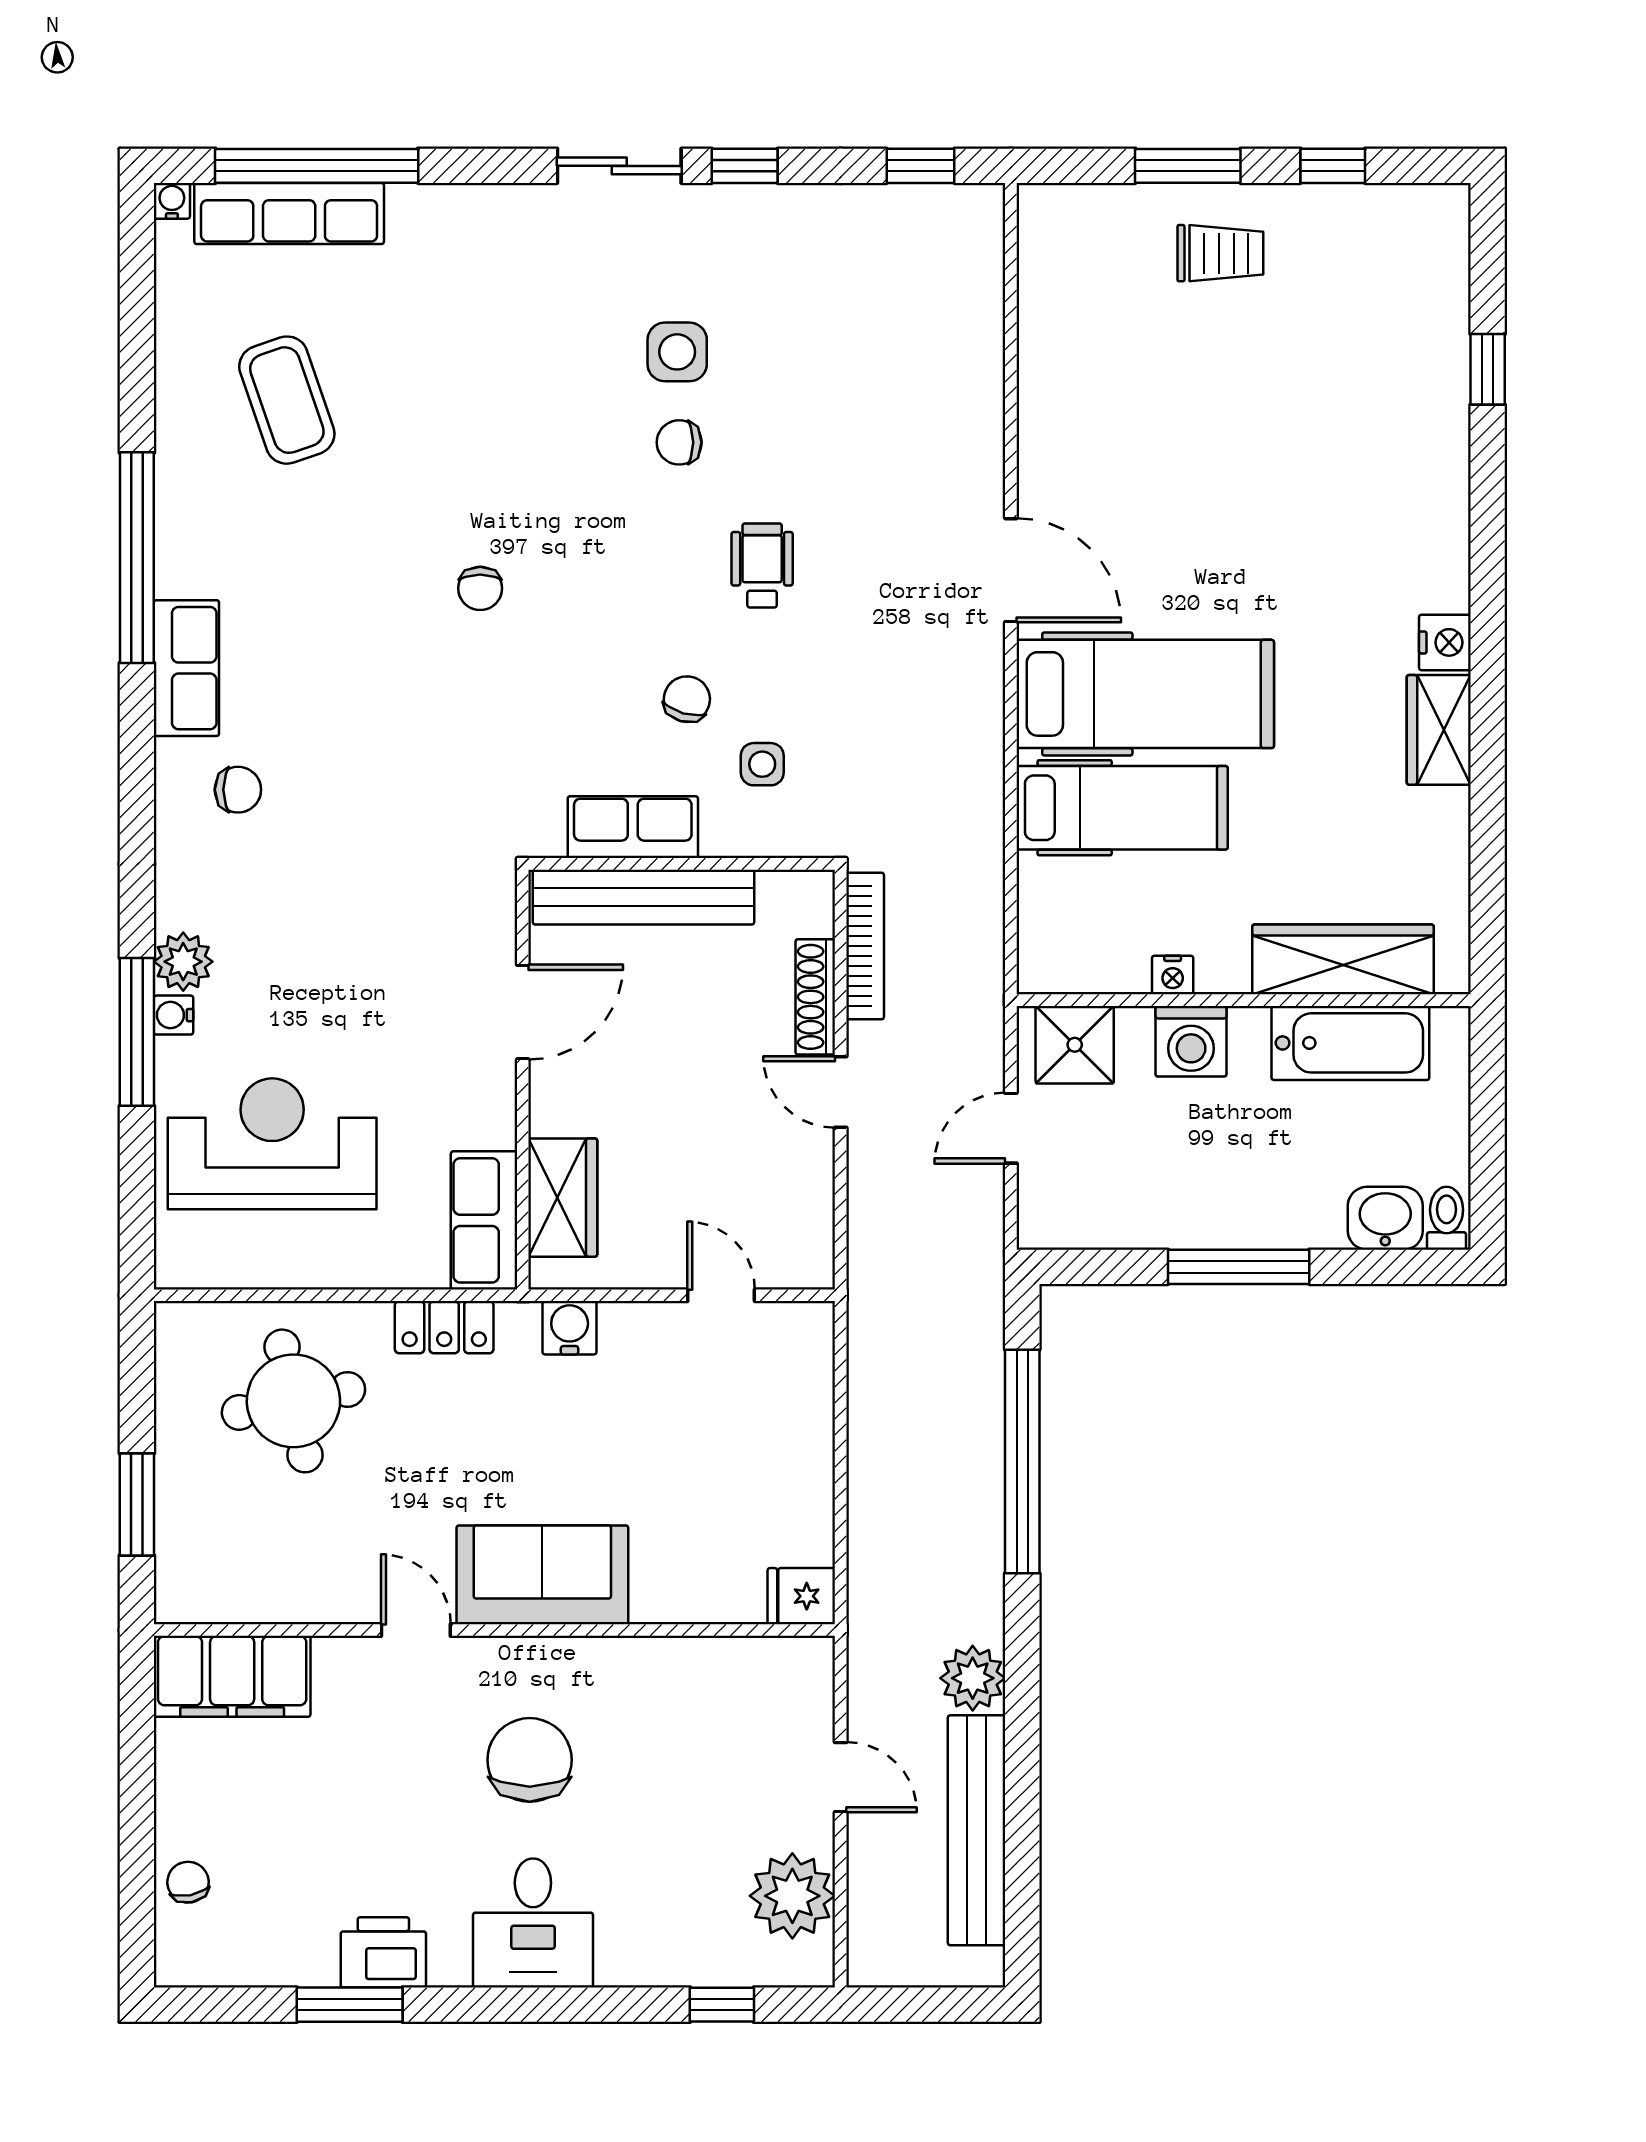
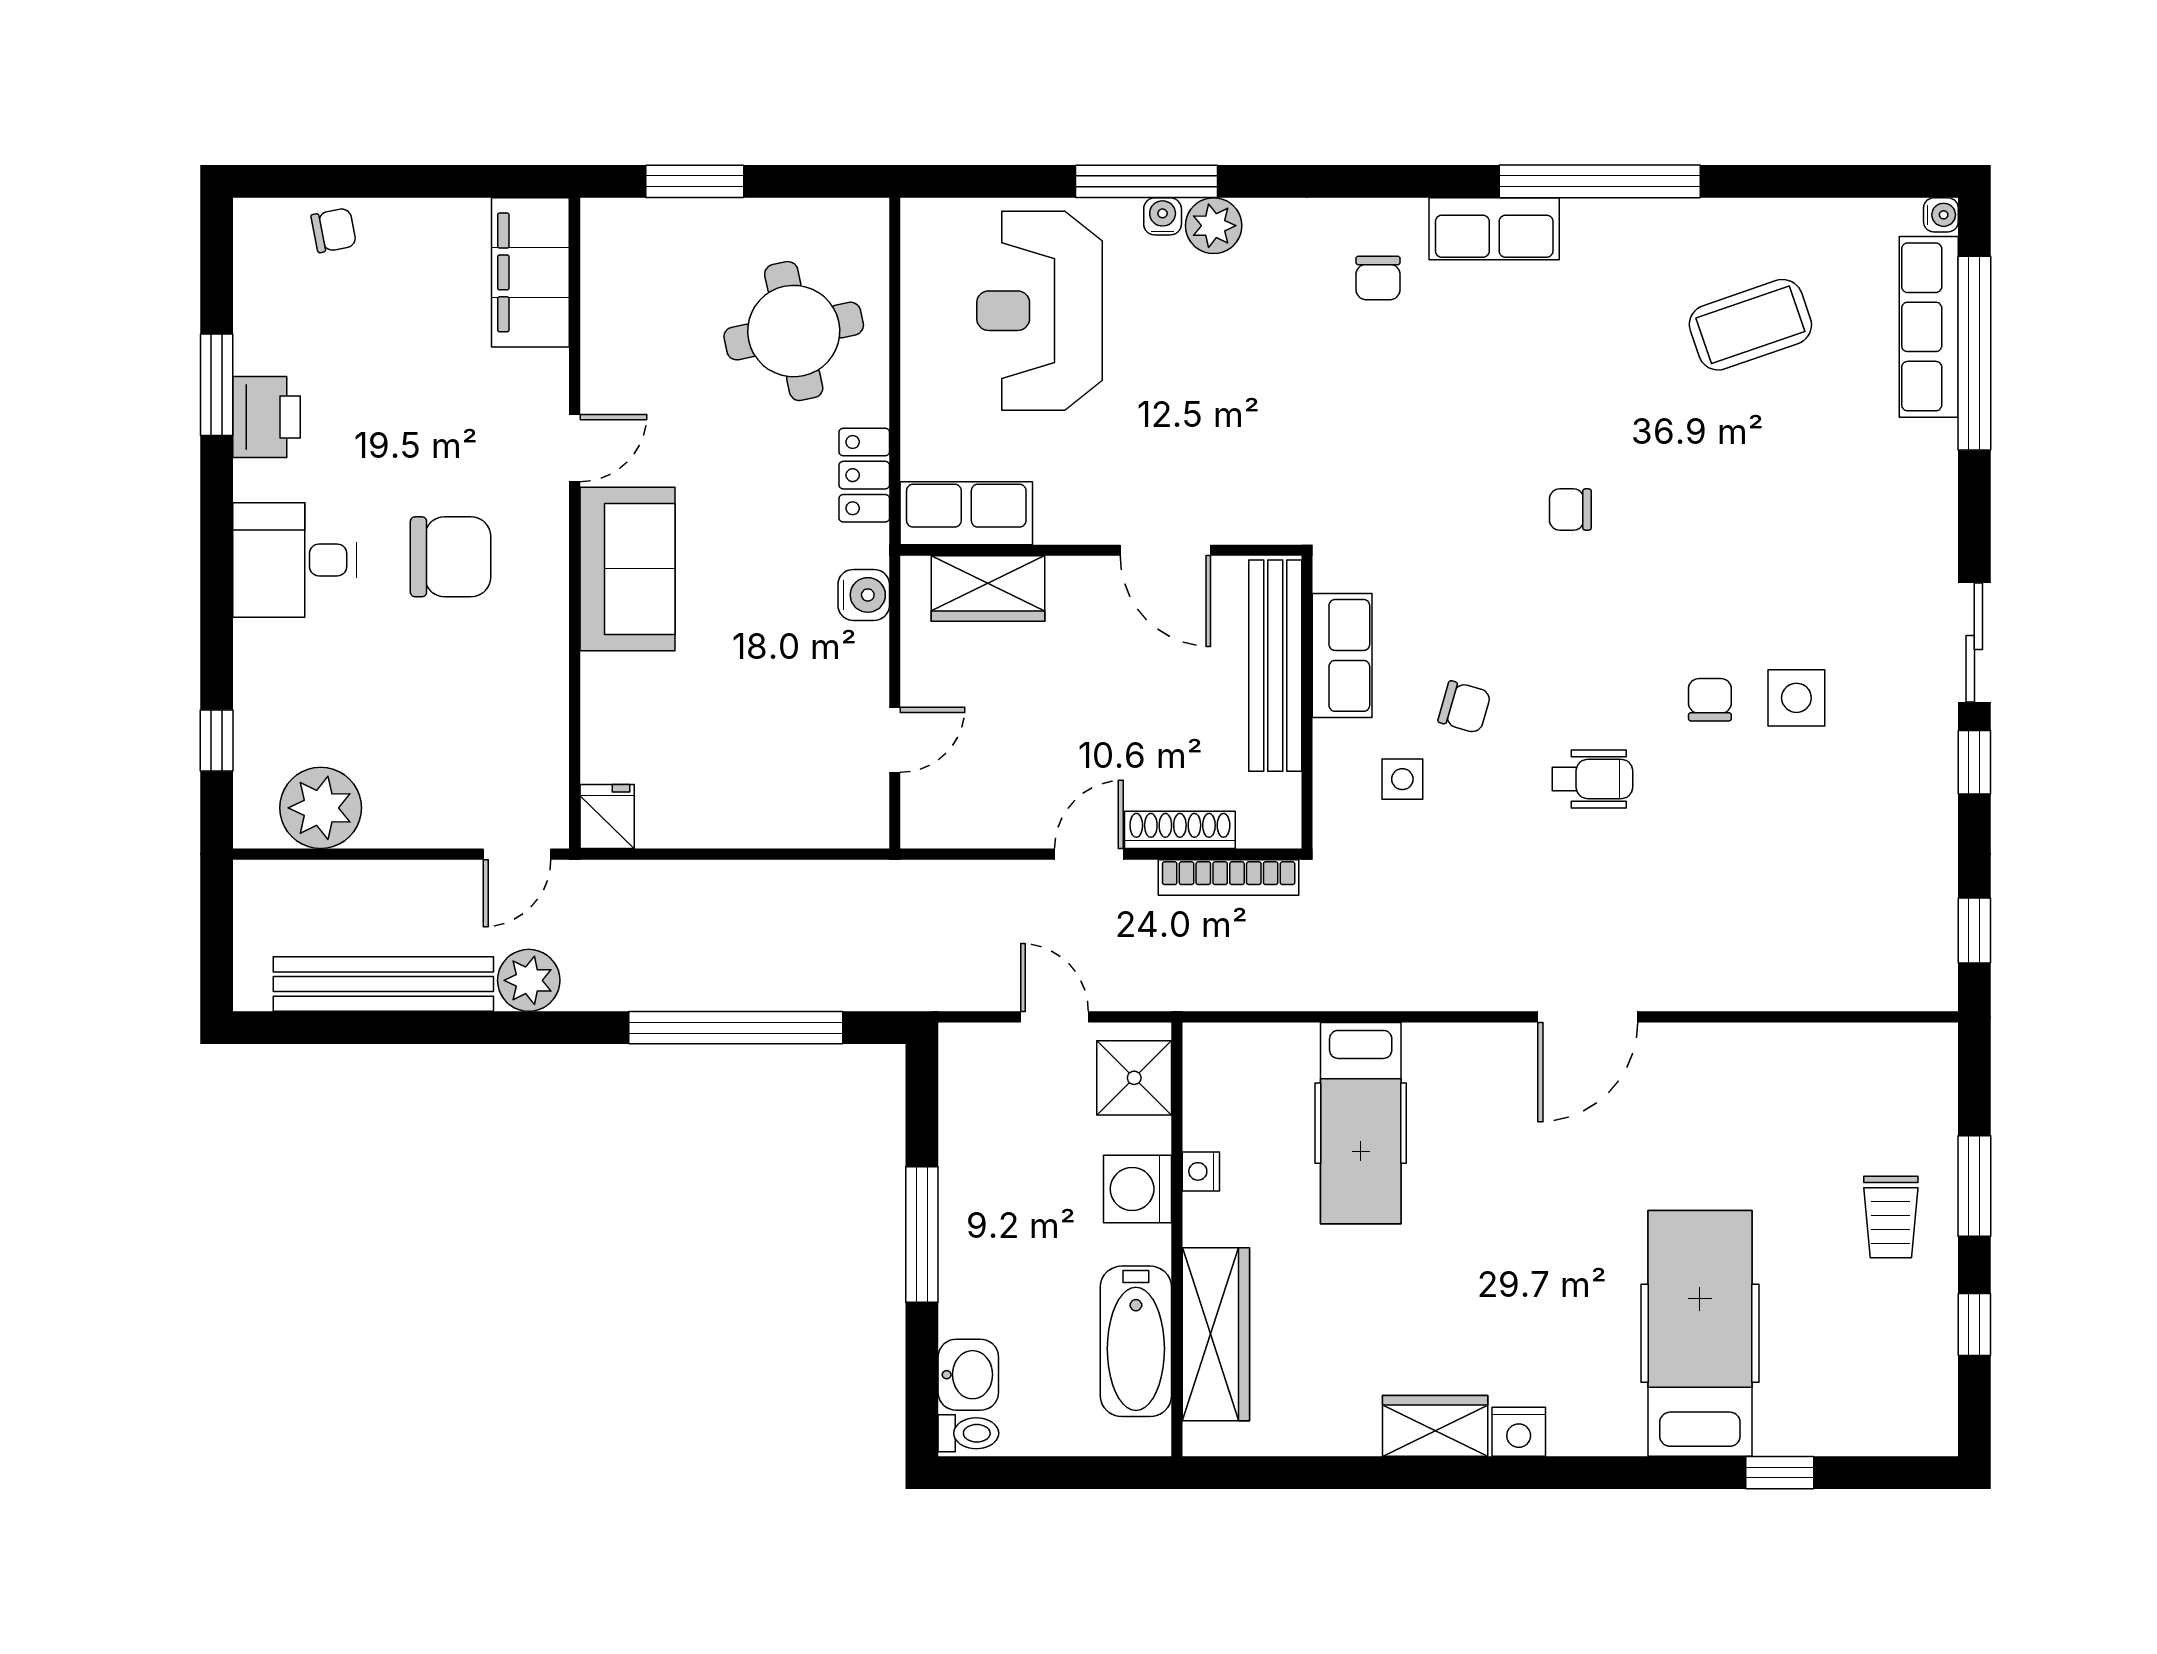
hospital bed: (1145, 694) -> (1700, 1333), moved, turned 180
reception desk: (272, 1144) -> (1040, 311), turned 180
door: (841, 1777) -> (517, 854), moved

